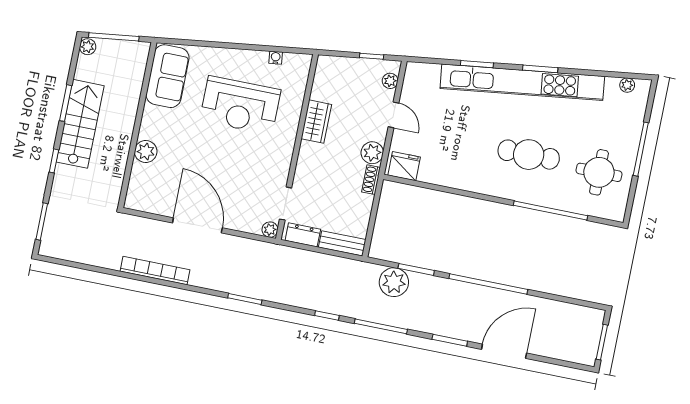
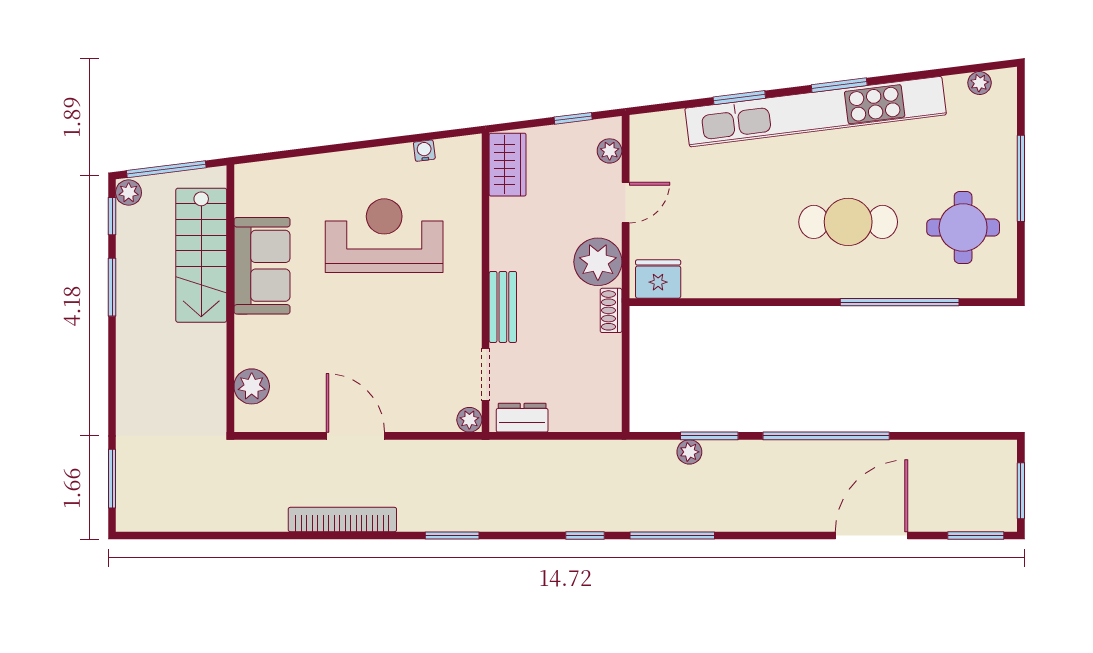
sofa: (167, 76) -> (262, 266), moved
reception desk: (240, 105) -> (384, 236), turned 180
door: (394, 115) -> (626, 203), hinge flipped
wardrobe: (316, 122) -> (508, 165), moved
stairs: (80, 124) -> (201, 255), moved, turned 180
plant: (146, 152) -> (252, 386), moved
plant: (372, 153) -> (598, 262), width x1.36, depth x1.36
window: (54, 161) -> (112, 216), moved
door: (197, 225) -> (355, 436), width x0.73
bench: (342, 243) -> (503, 307), moved, turned 90
bookcase: (155, 271) -> (342, 519), moved
plant: (394, 282) -> (689, 452), width x0.53, depth x0.53
window: (450, 340) -> (976, 535), moved

